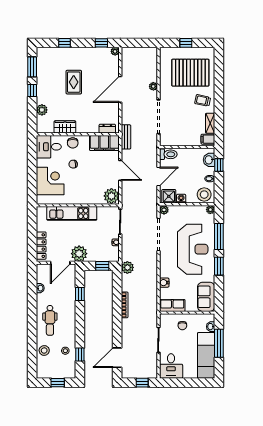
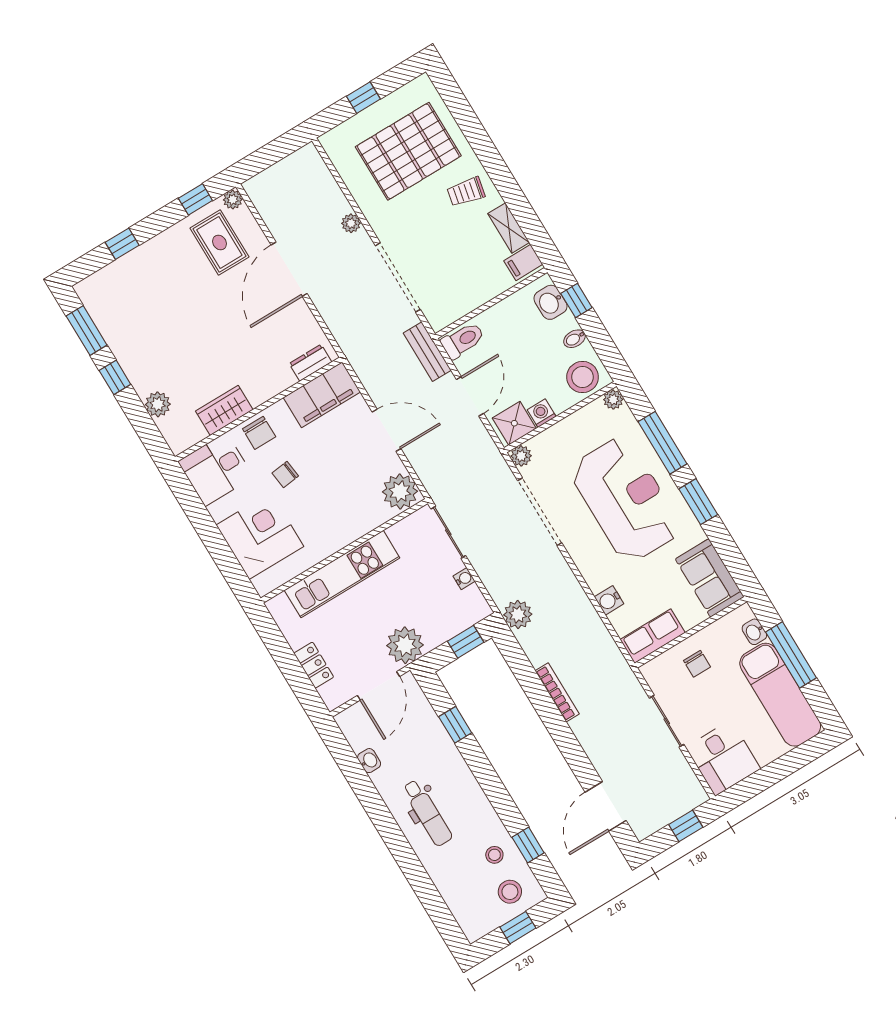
rug: (74, 82) -> (219, 242), moved
bench: (126, 137) -> (427, 352), moved
locker: (41, 246) -> (314, 665), width x0.66
stool: (44, 351) -> (510, 892), moved

